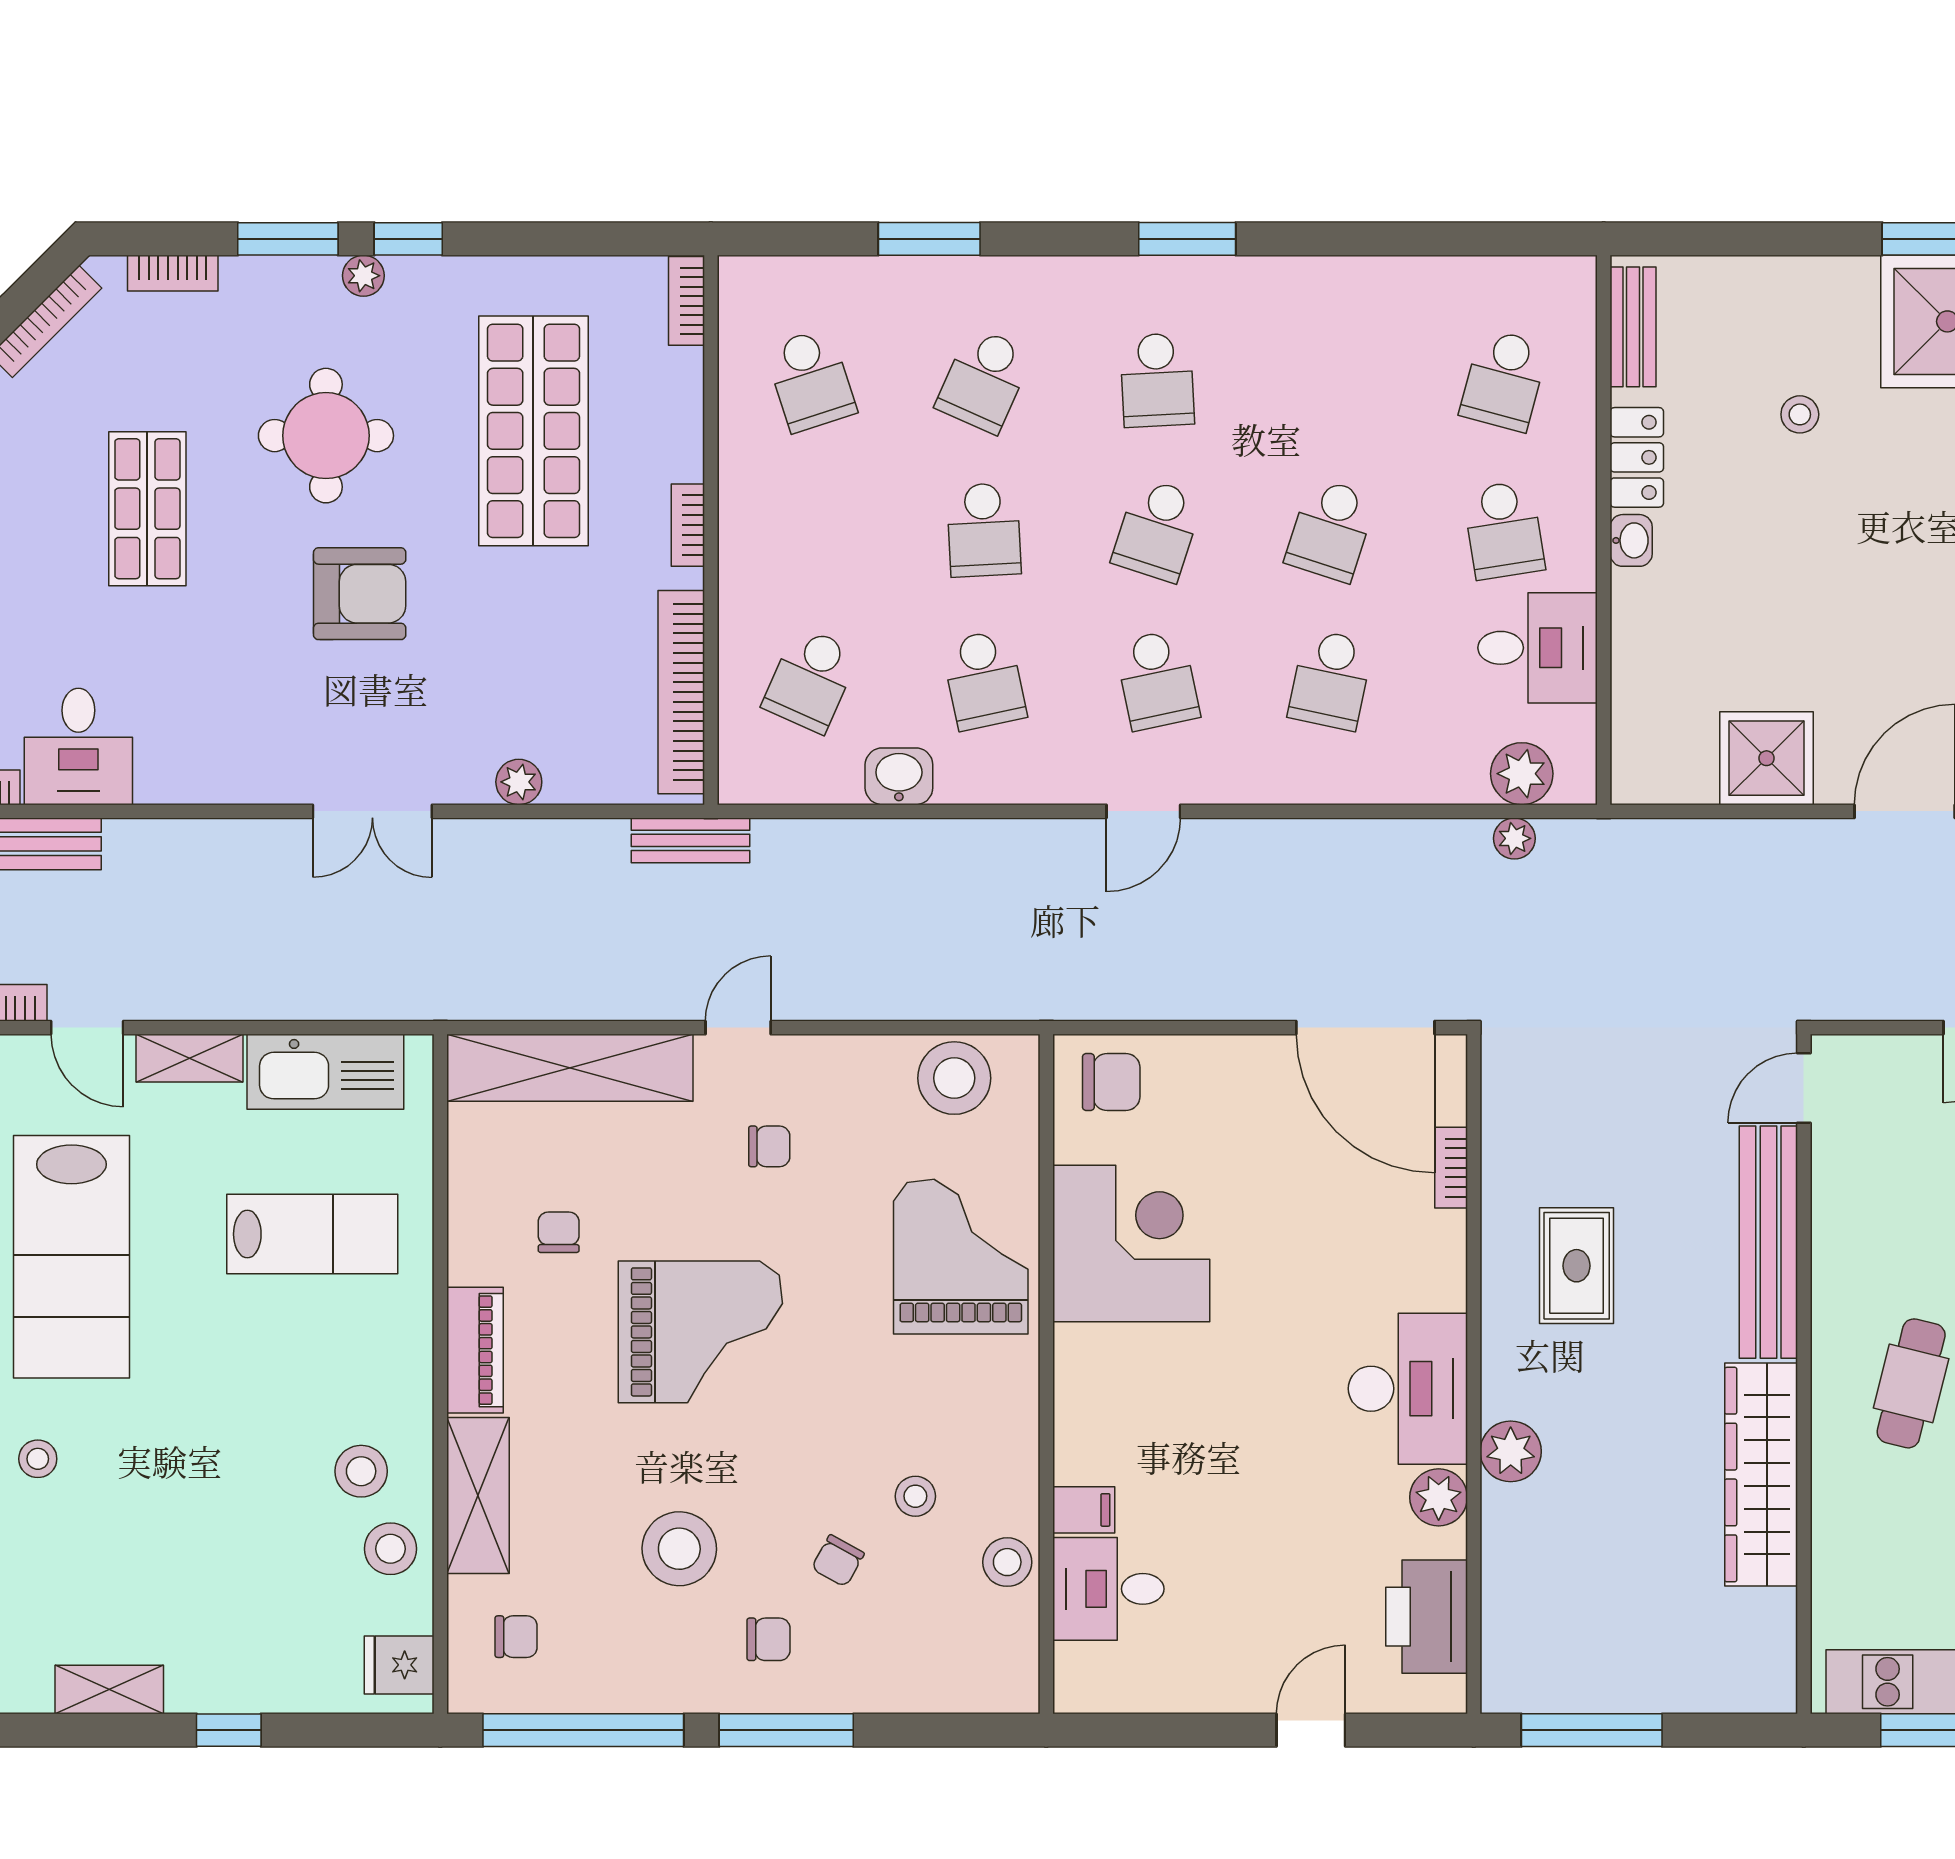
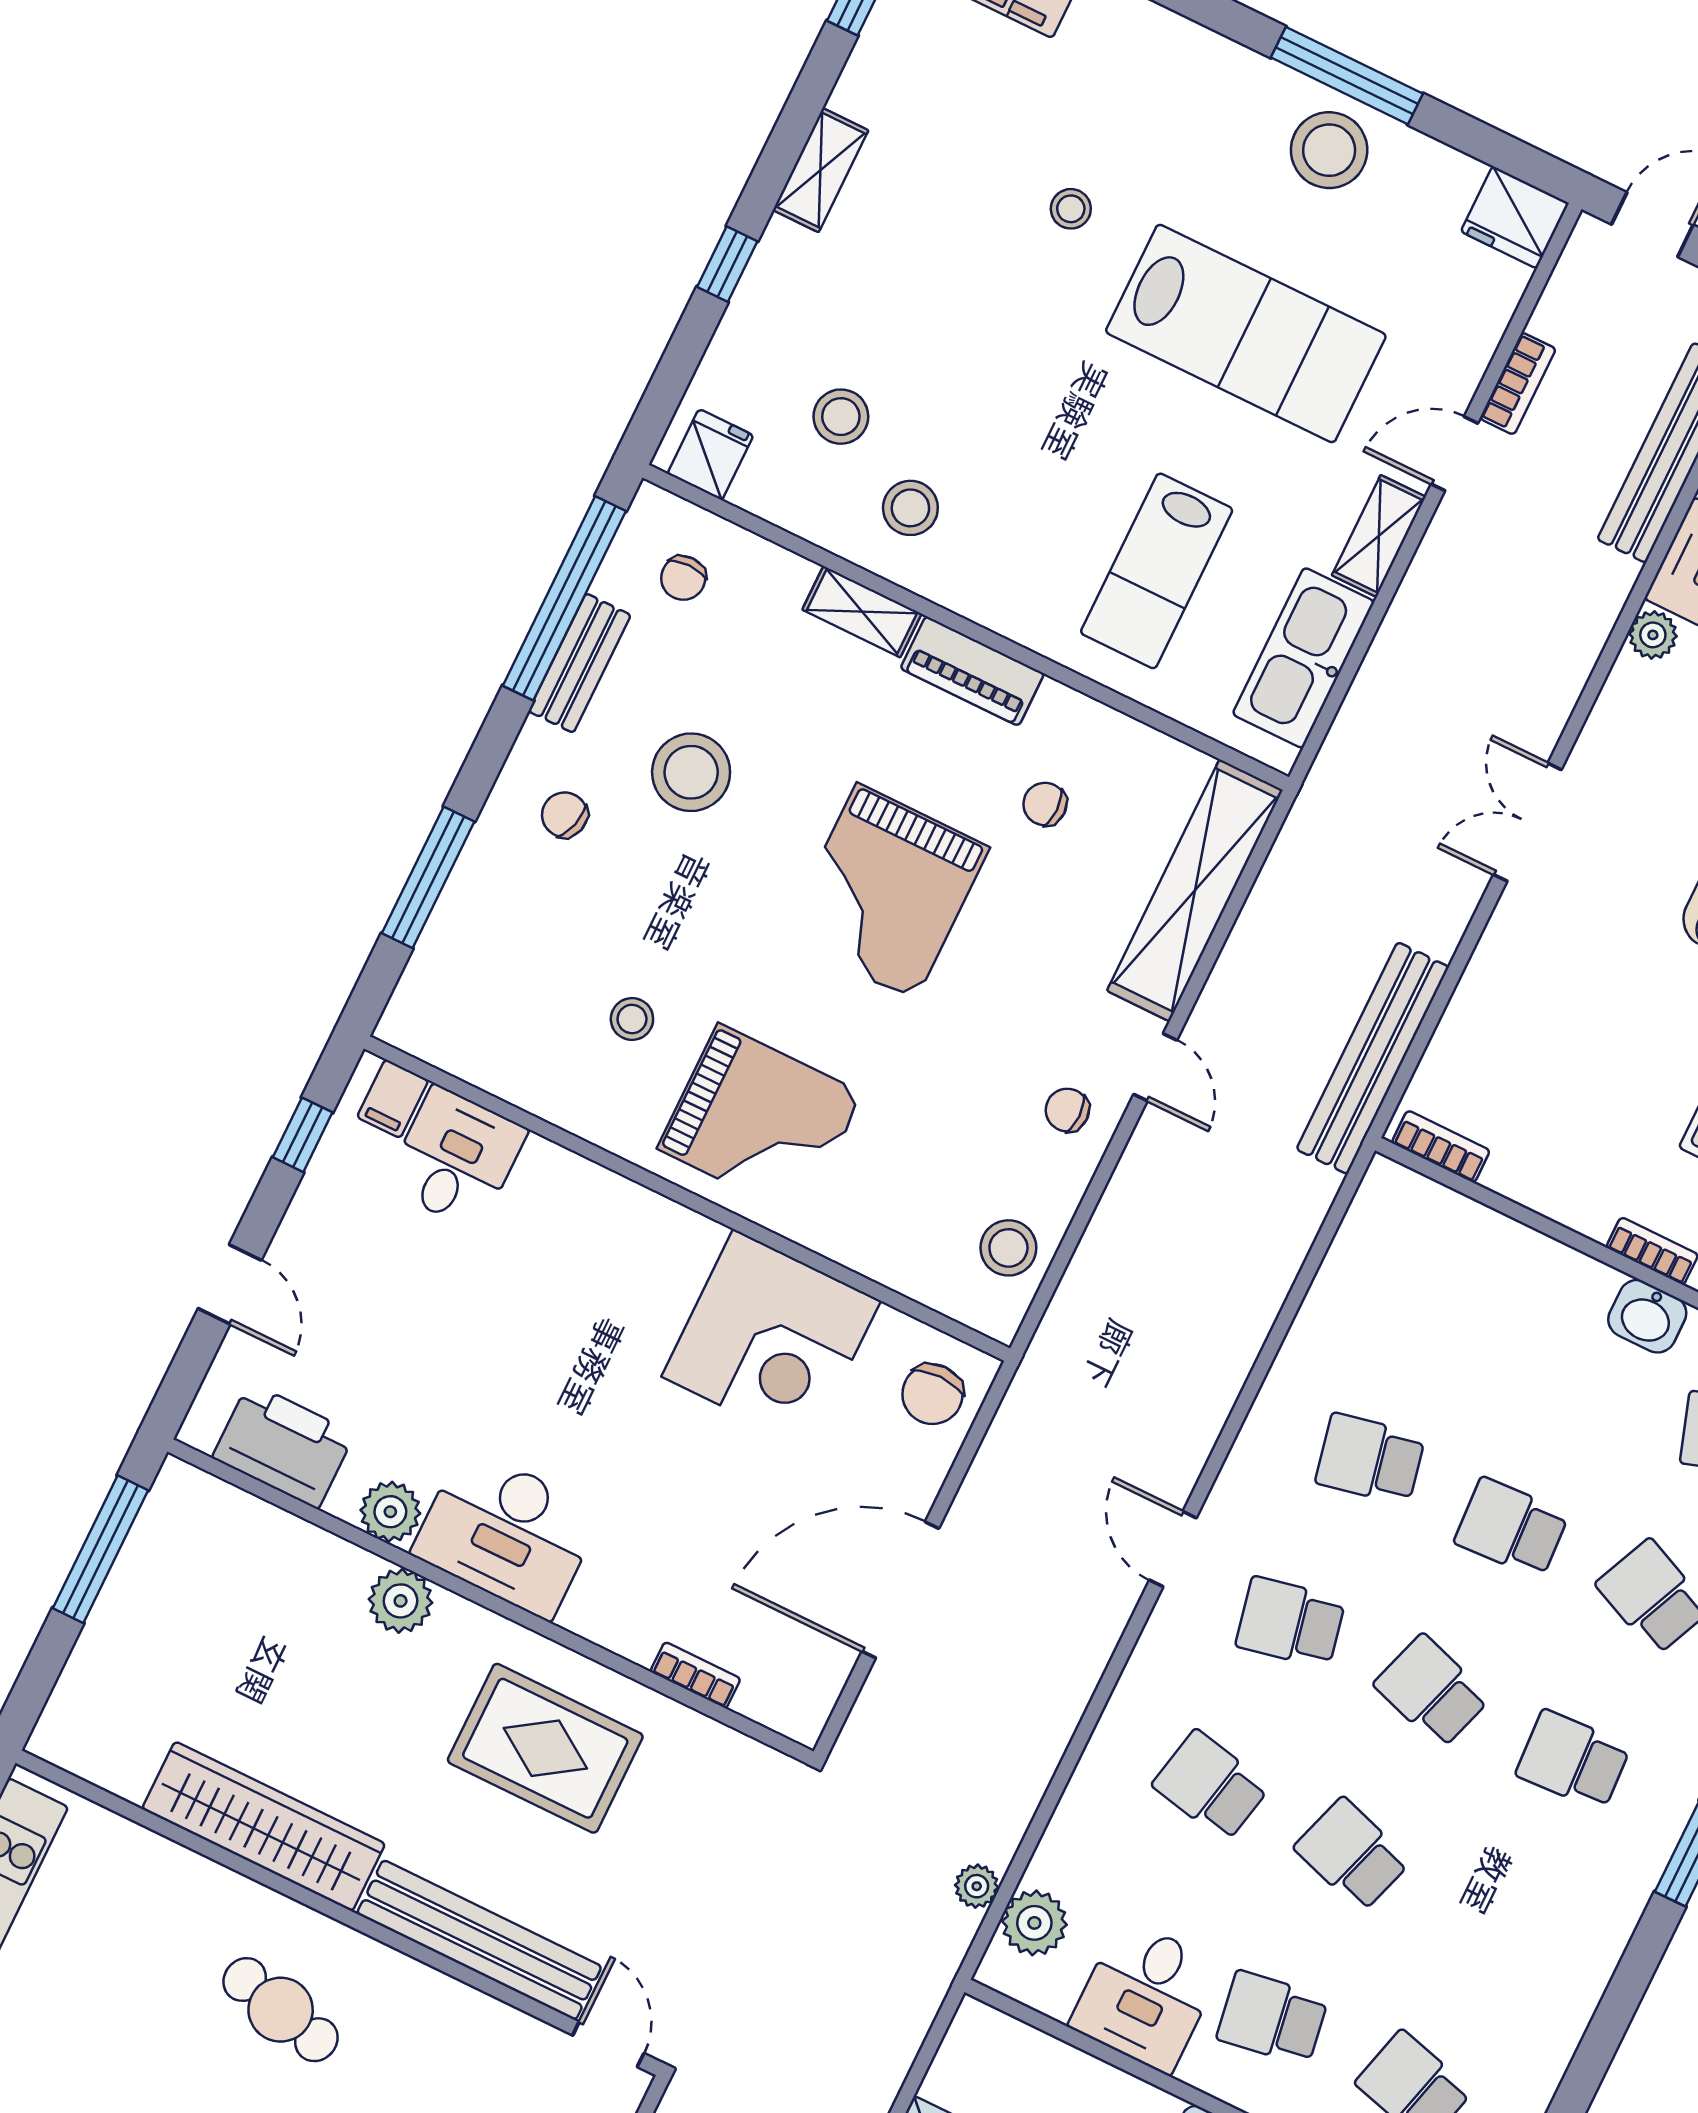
school desk: (811, 680) -> (1450, 1296), removed
bookcase: (681, 692) -> (1441, 1147), width x0.43, depth x0.76
washbasin: (899, 776) -> (1647, 1316), moved, turned 90
plant: (519, 782) -> (1653, 635), moved
bench: (691, 840) -> (1373, 1058), width x1.86, depth x1.21
door: (1365, 1028) -> (900, 1590), moved
stool: (954, 1078) -> (1008, 1248), width x0.73, depth x0.73
chair: (769, 1146) -> (1067, 1110), moved, turned 90
chair: (559, 1232) -> (1045, 804), turned 180
lab bench: (71, 1257) -> (1246, 334), turned 180
grand piano: (961, 1257) -> (760, 1121), moved
rug: (1577, 1266) -> (545, 1748), width x1.36, depth x1.43
shelving: (478, 1495) -> (862, 612), width x0.67, depth x0.75
filing cabinet: (1084, 1510) -> (393, 1099), moved
stool: (390, 1549) -> (841, 417), moved
chair: (838, 1561) -> (607, 916), removed
stool: (1007, 1562) -> (528, 1075), removed
chair: (769, 1639) -> (565, 815), turned 106
bench: (632, 1690) -> (580, 663), added
window: (786, 1730) -> (428, 877), moved
window: (1152, 1730) -> (303, 1135), added

